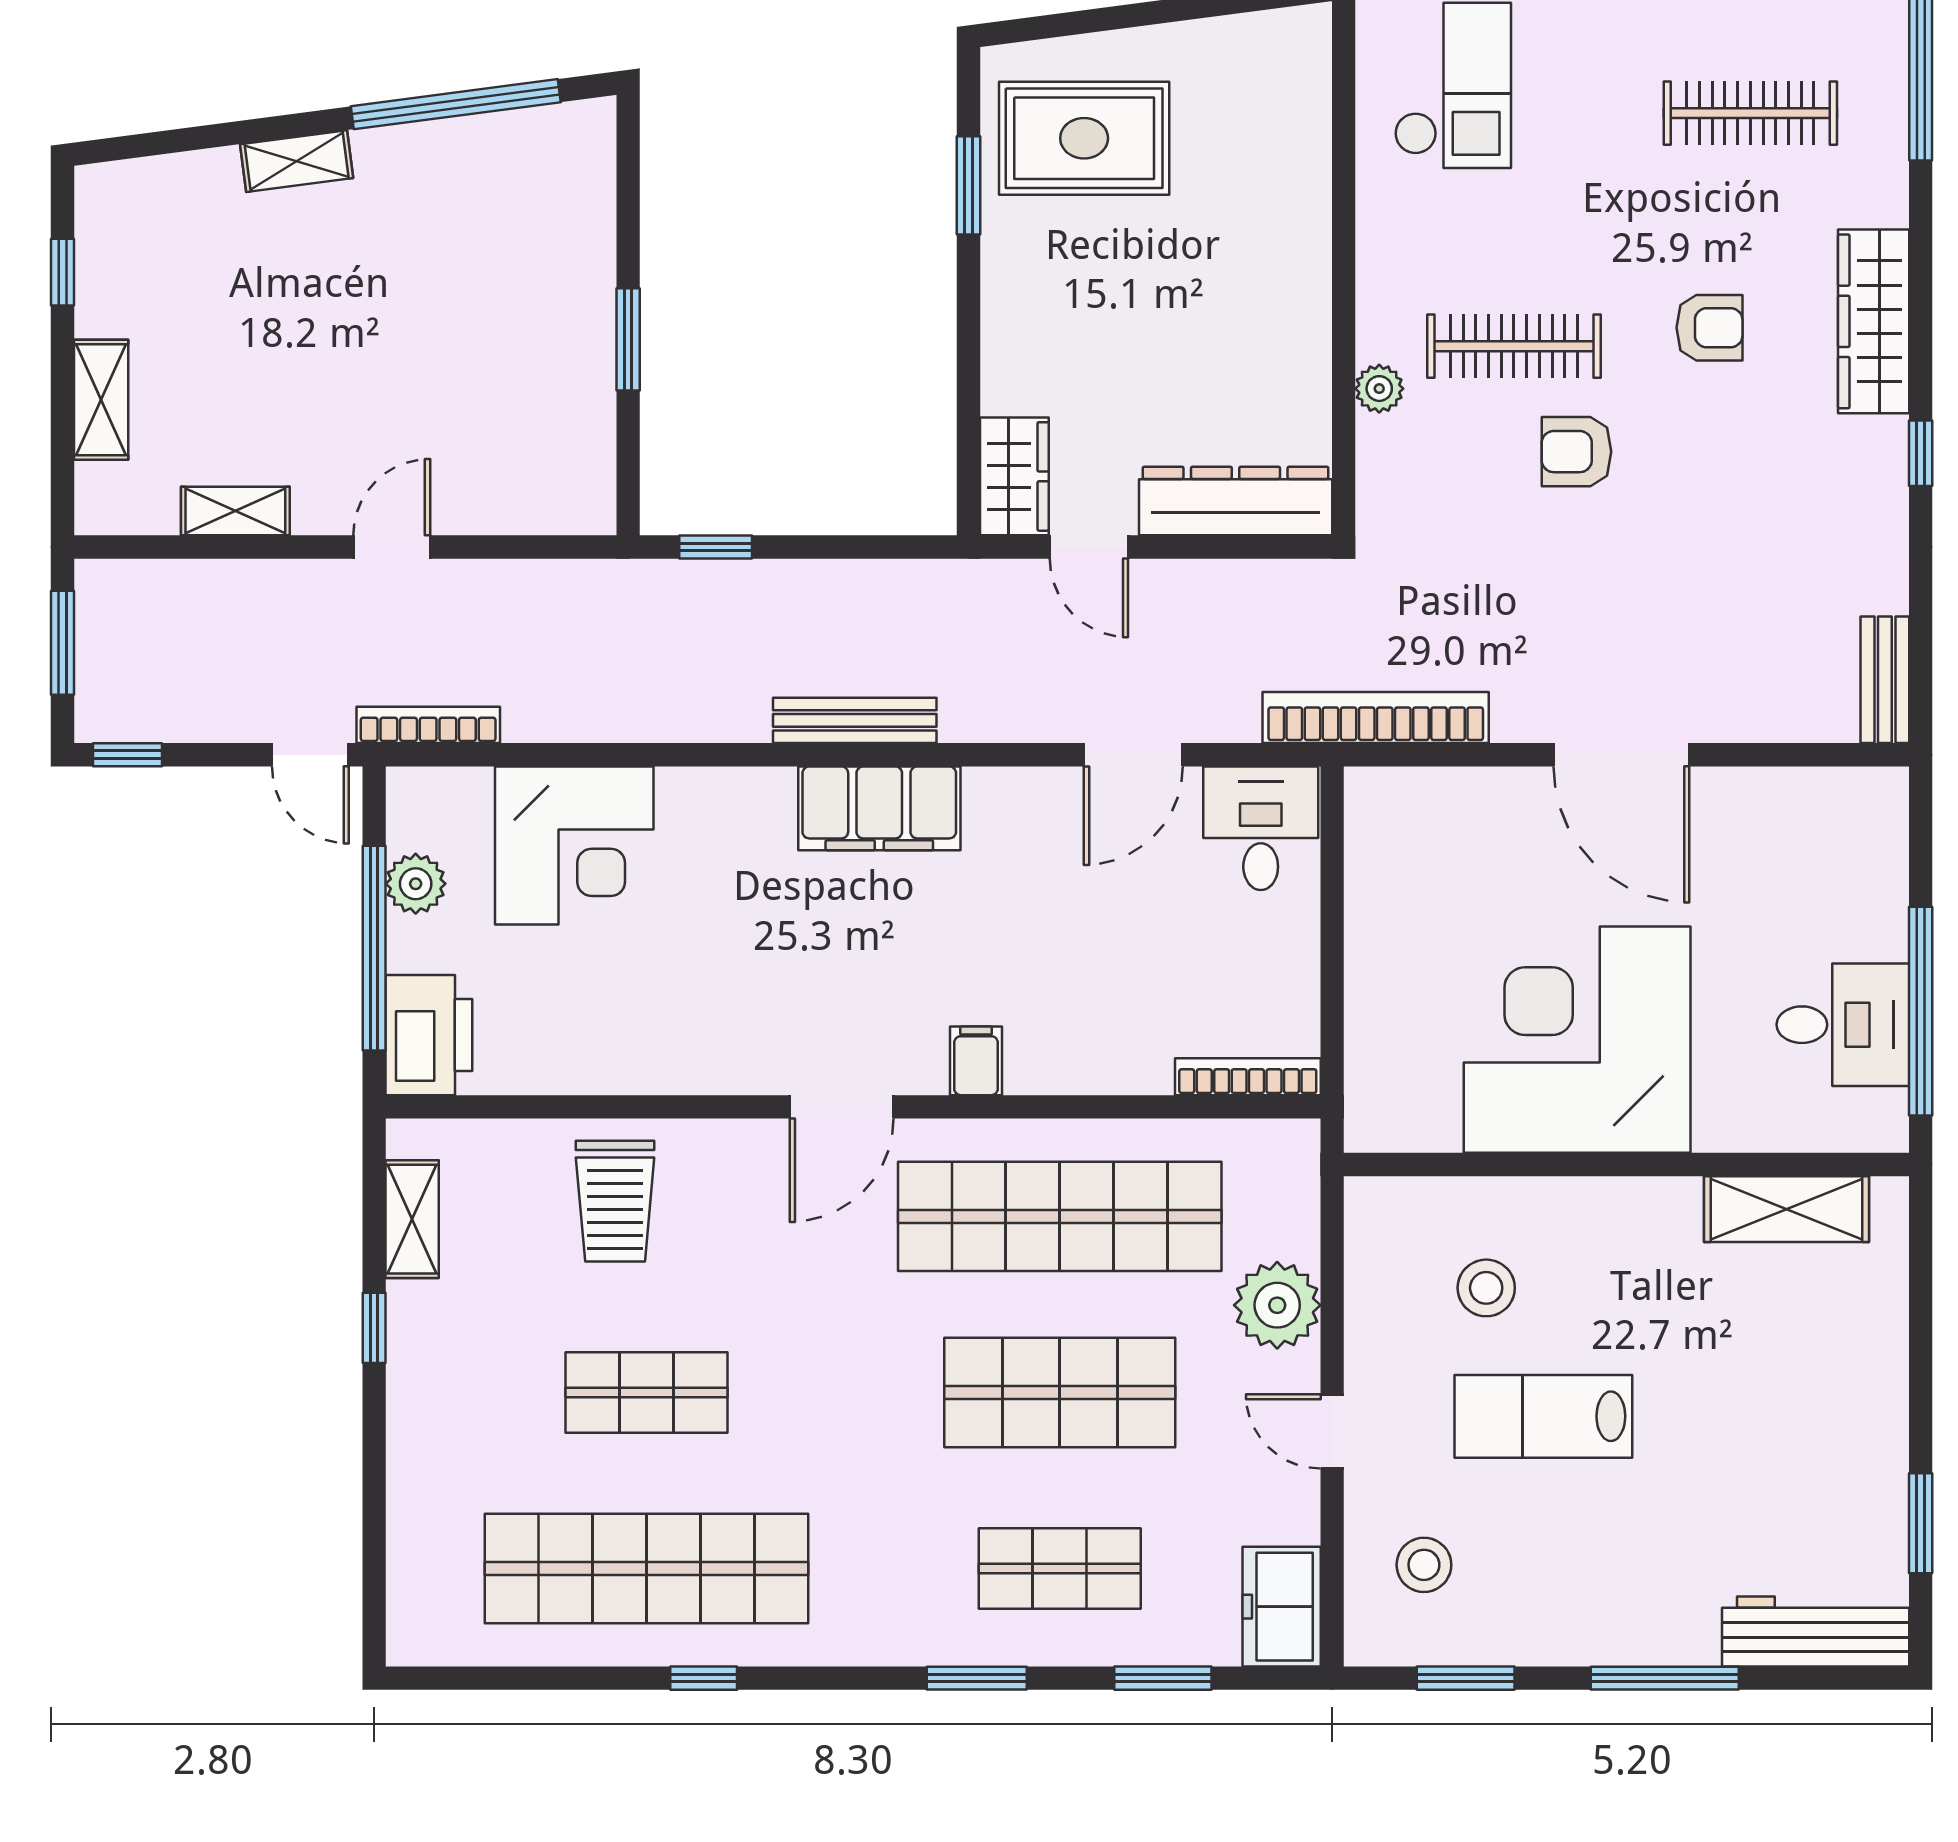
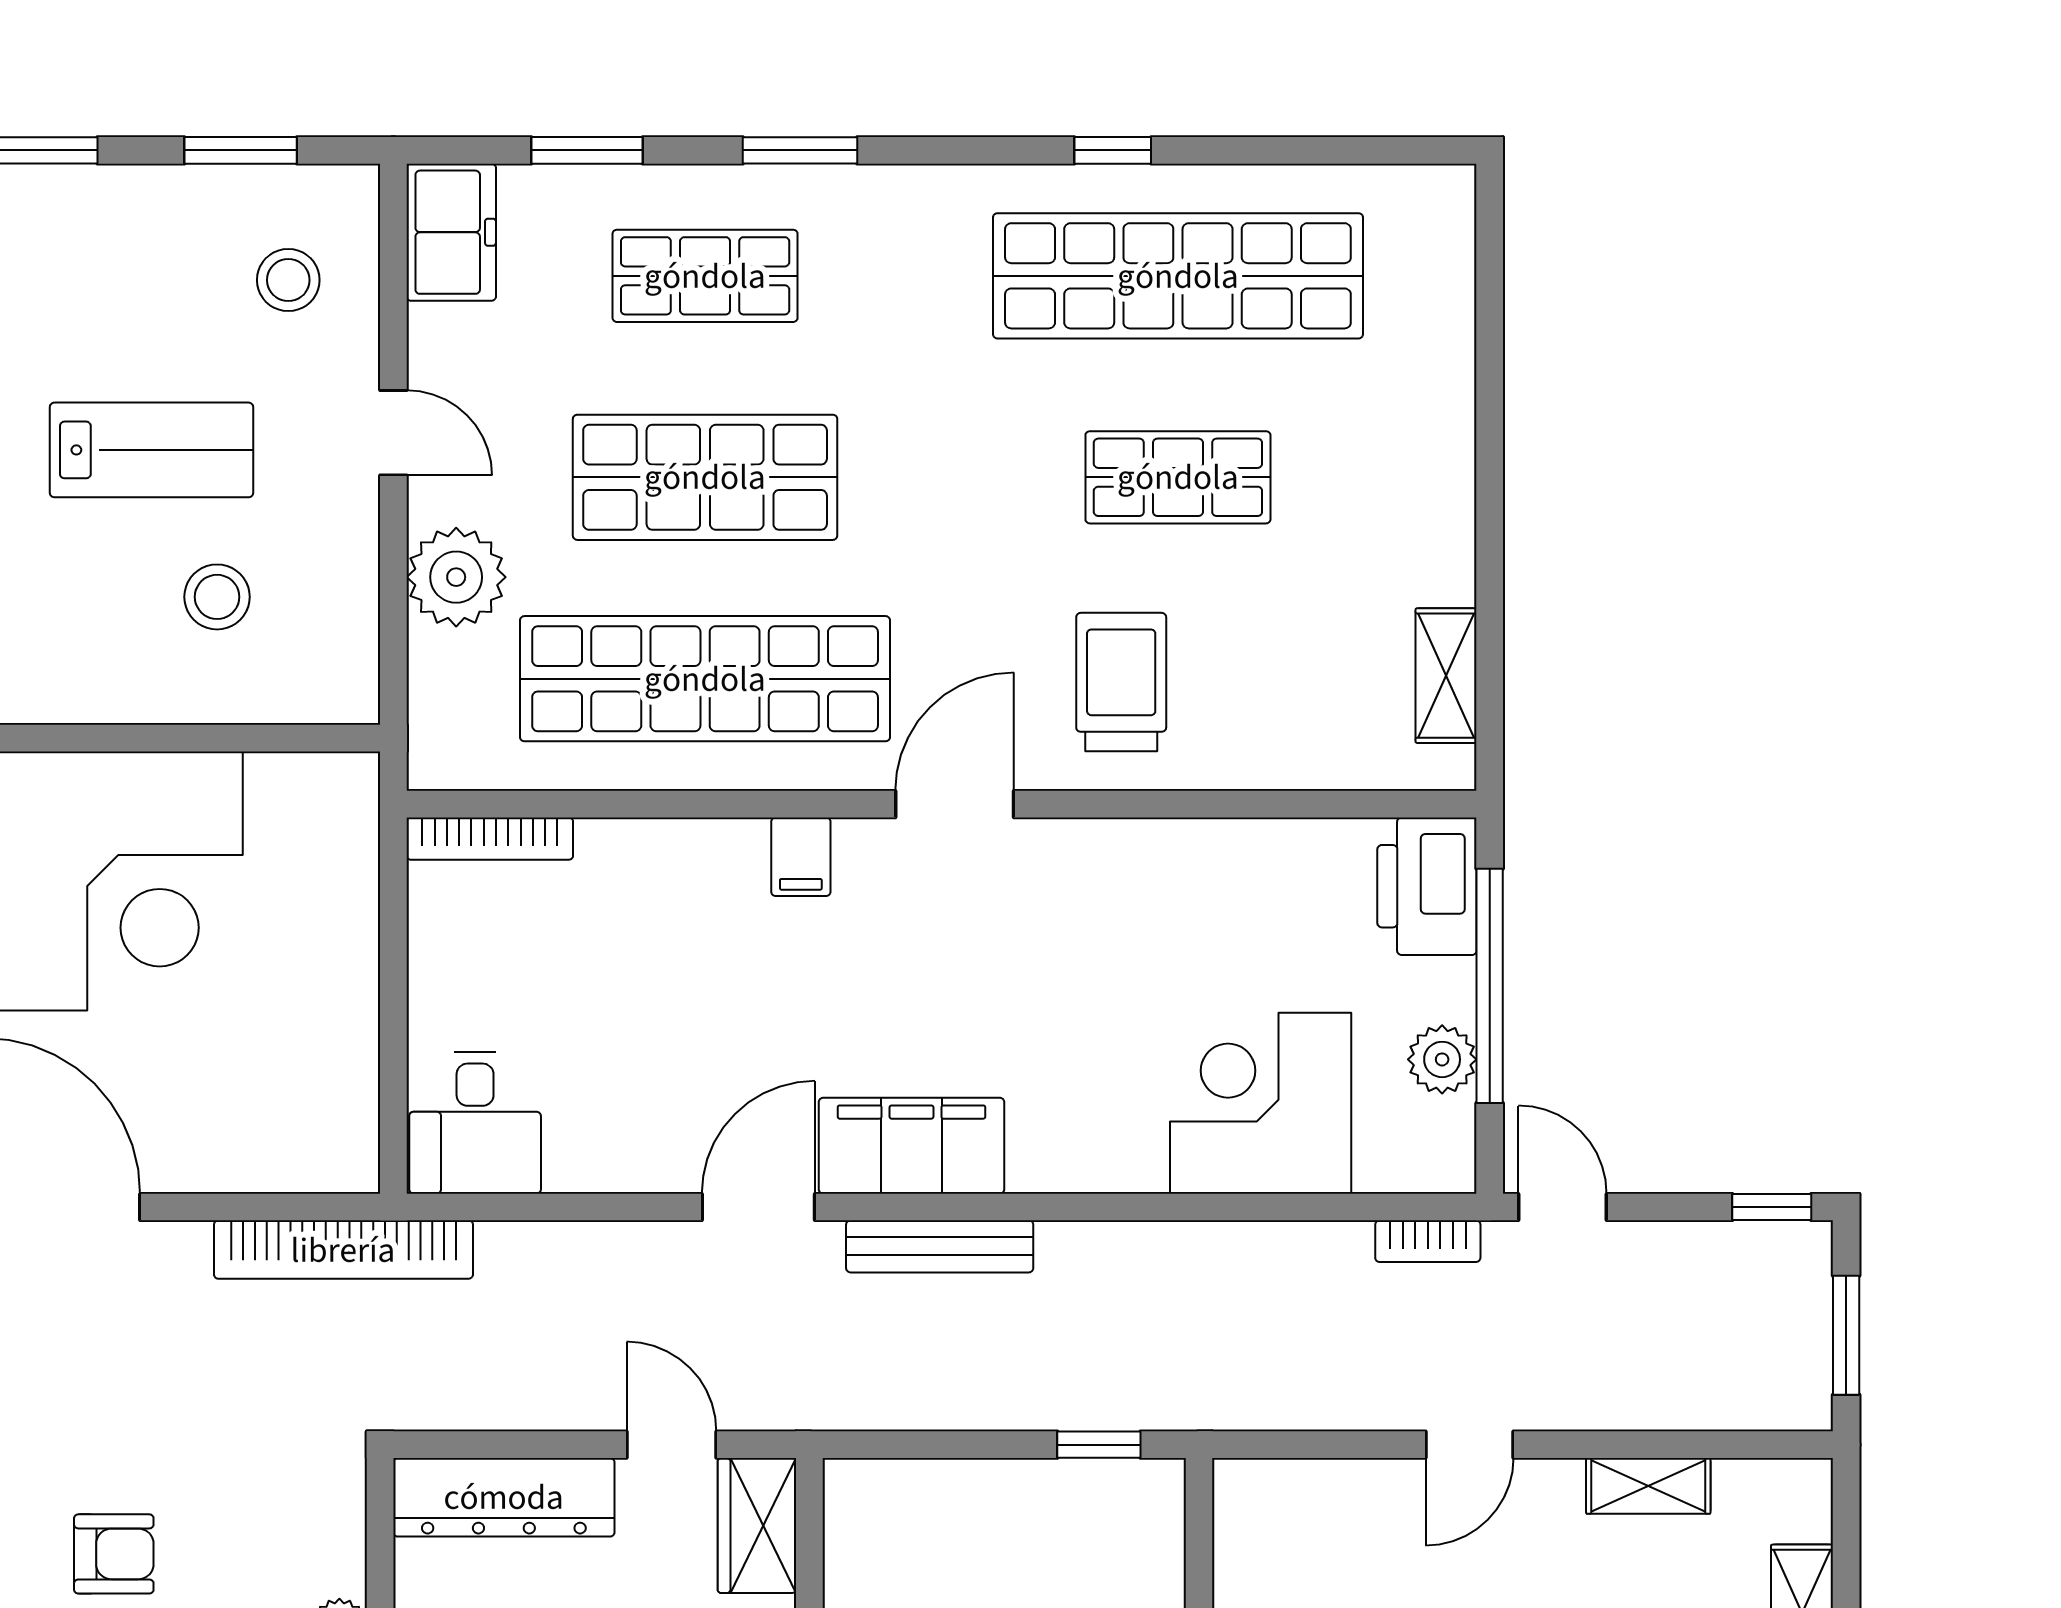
bookcase: (428, 725) -> (1428, 1241), width x0.64
door: (1133, 755) -> (758, 1207), moved
trolley: (615, 1201) -> (1121, 682), moved
window: (374, 1328) -> (1490, 551), removed

